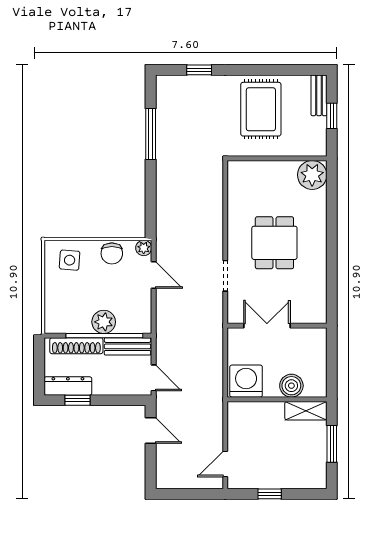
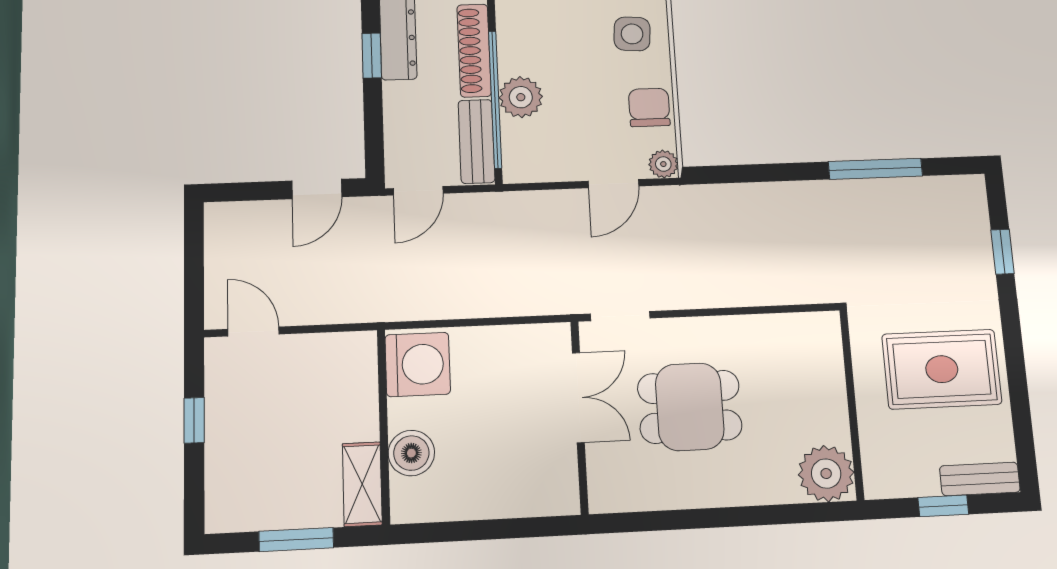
chair: (112, 253) -> (649, 107), turned 90
double door: (267, 326) -> (578, 397), moved
wall: (277, 326) -> (579, 417), moved

